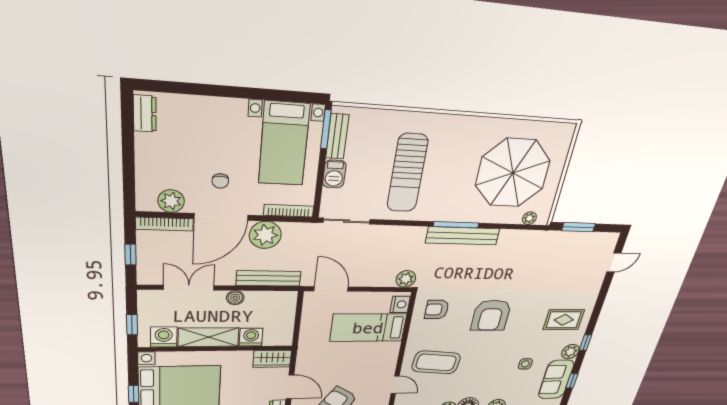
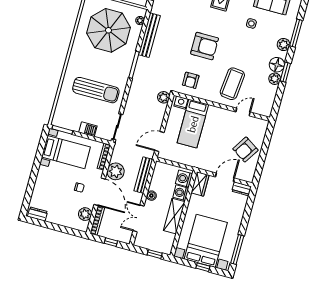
bench: (337, 136) -> (67, 125), removed
bench: (463, 236) -> (149, 35), moved
washing machine: (164, 337) -> (184, 179), moved

